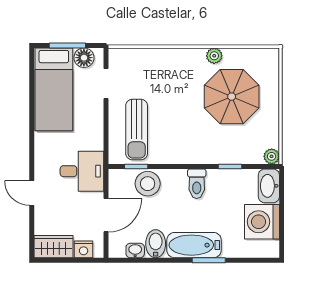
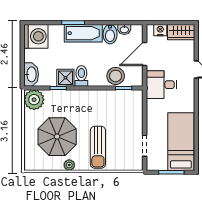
floor lamp: (84, 58) -> (160, 164), removed
sun lounger: (137, 130) -> (98, 147), moved, turned 180
plant: (272, 156) -> (34, 100), width x1.87, depth x1.87
shower: (220, 181) -> (65, 78), added
washing machine: (262, 222) -> (36, 36), moved

